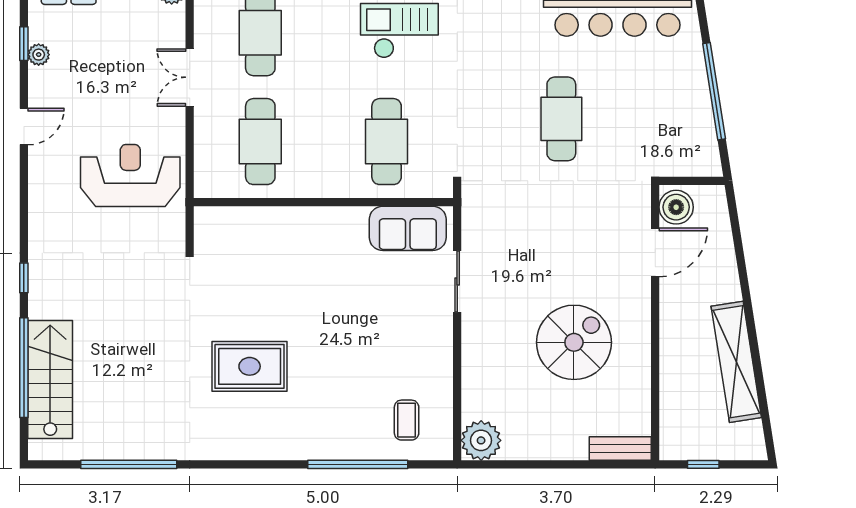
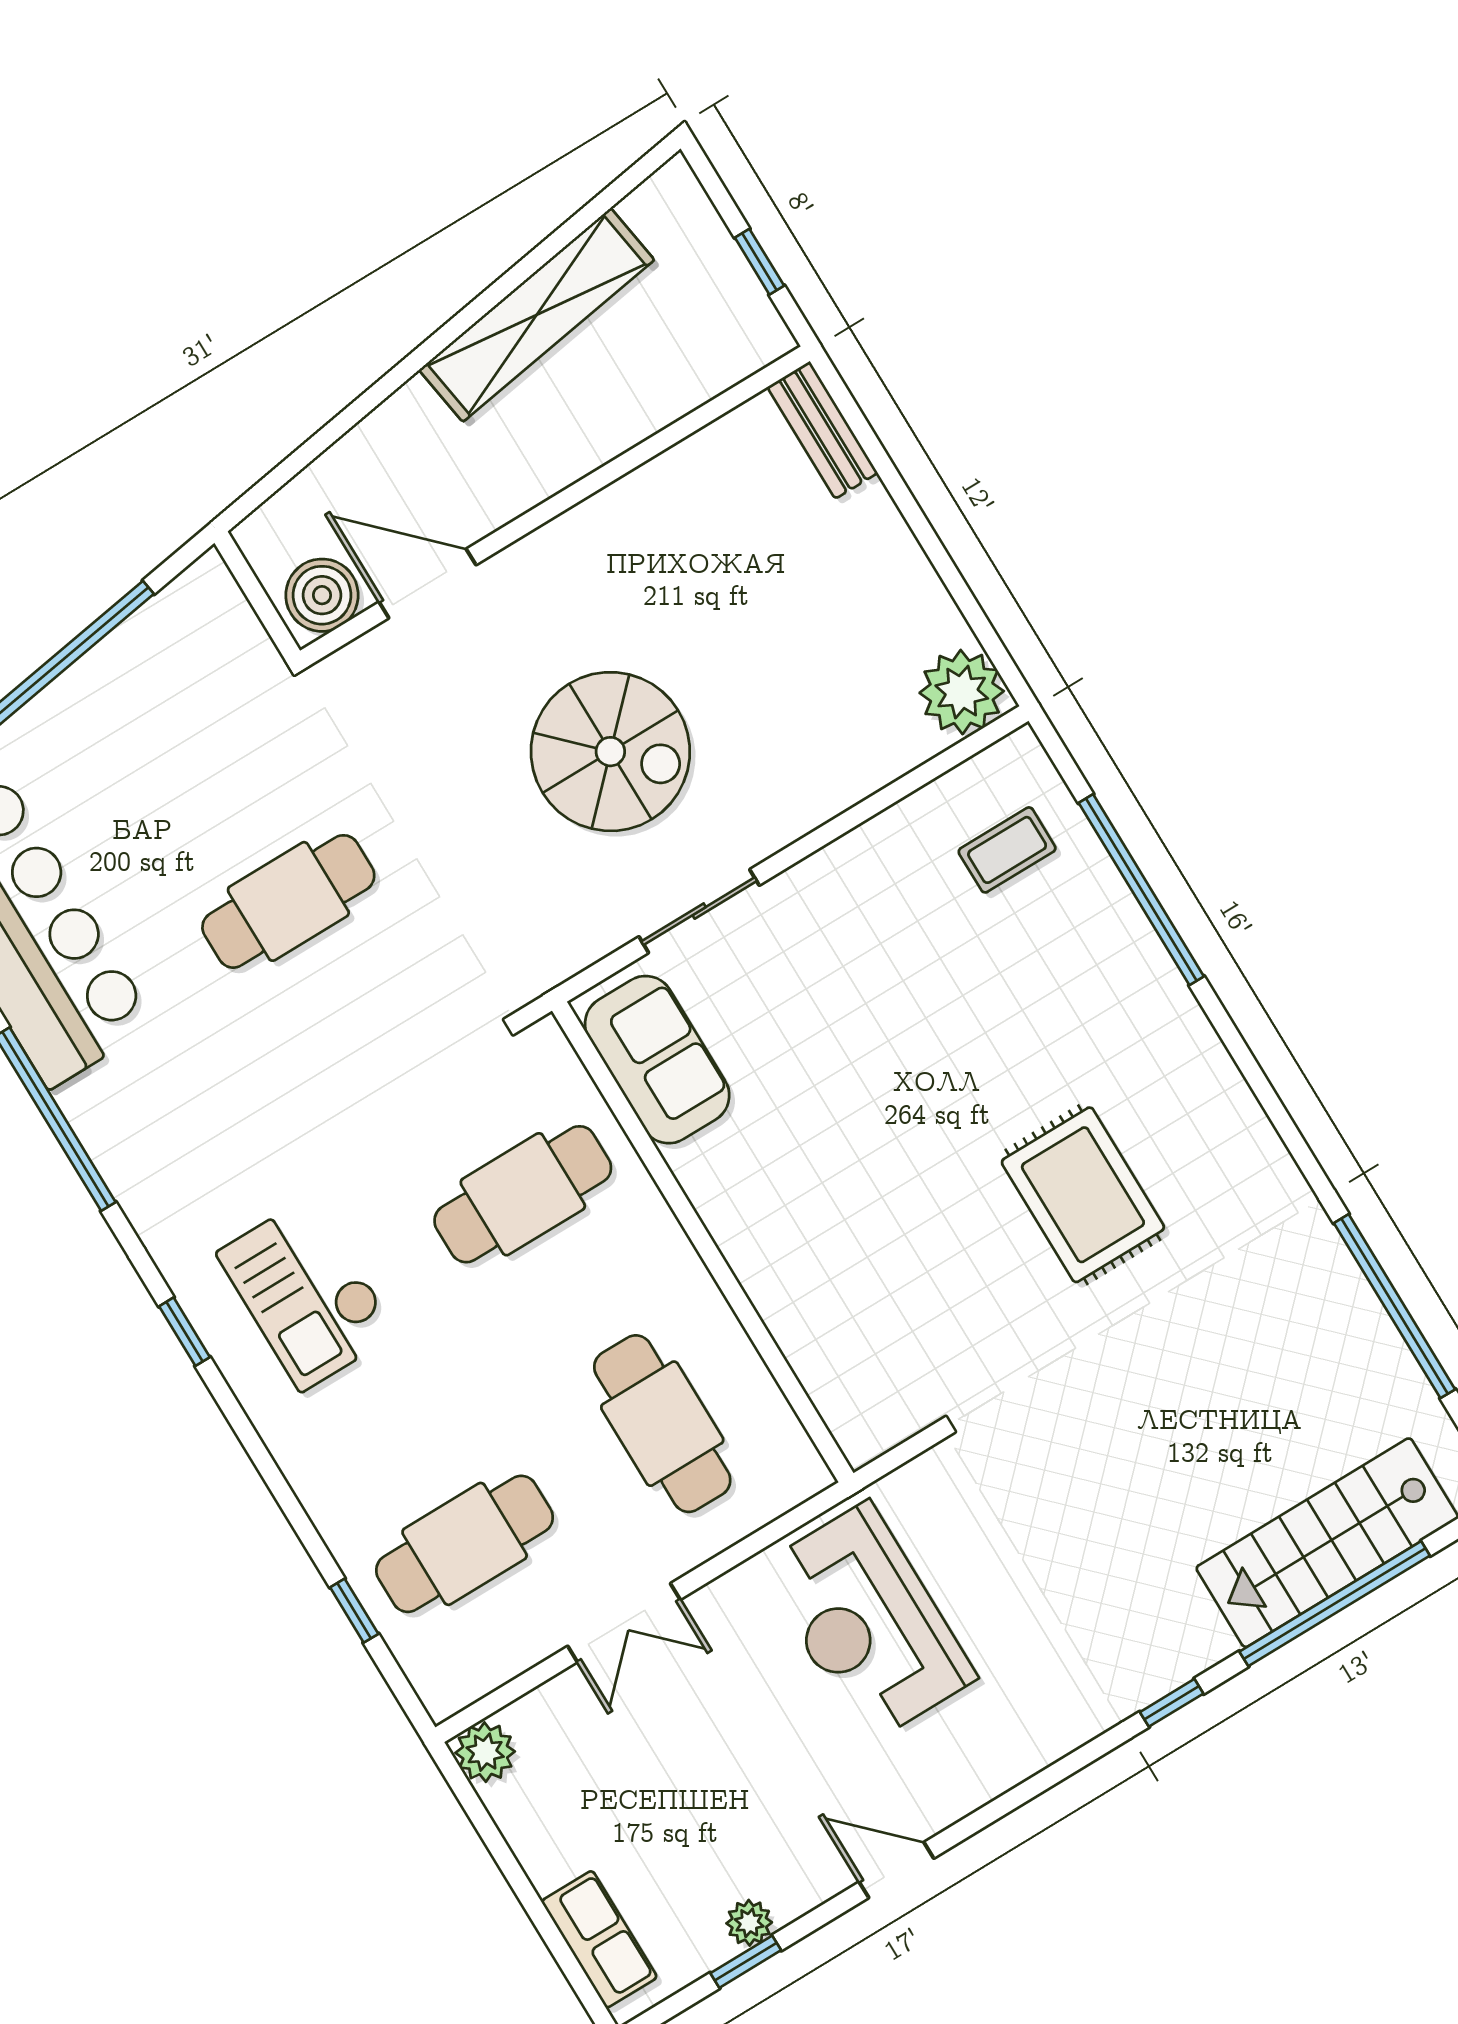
cafe table: (260, 142) -> (662, 1424), turned 90
spiral stairs: (574, 342) -> (610, 752), moved, turned 180

